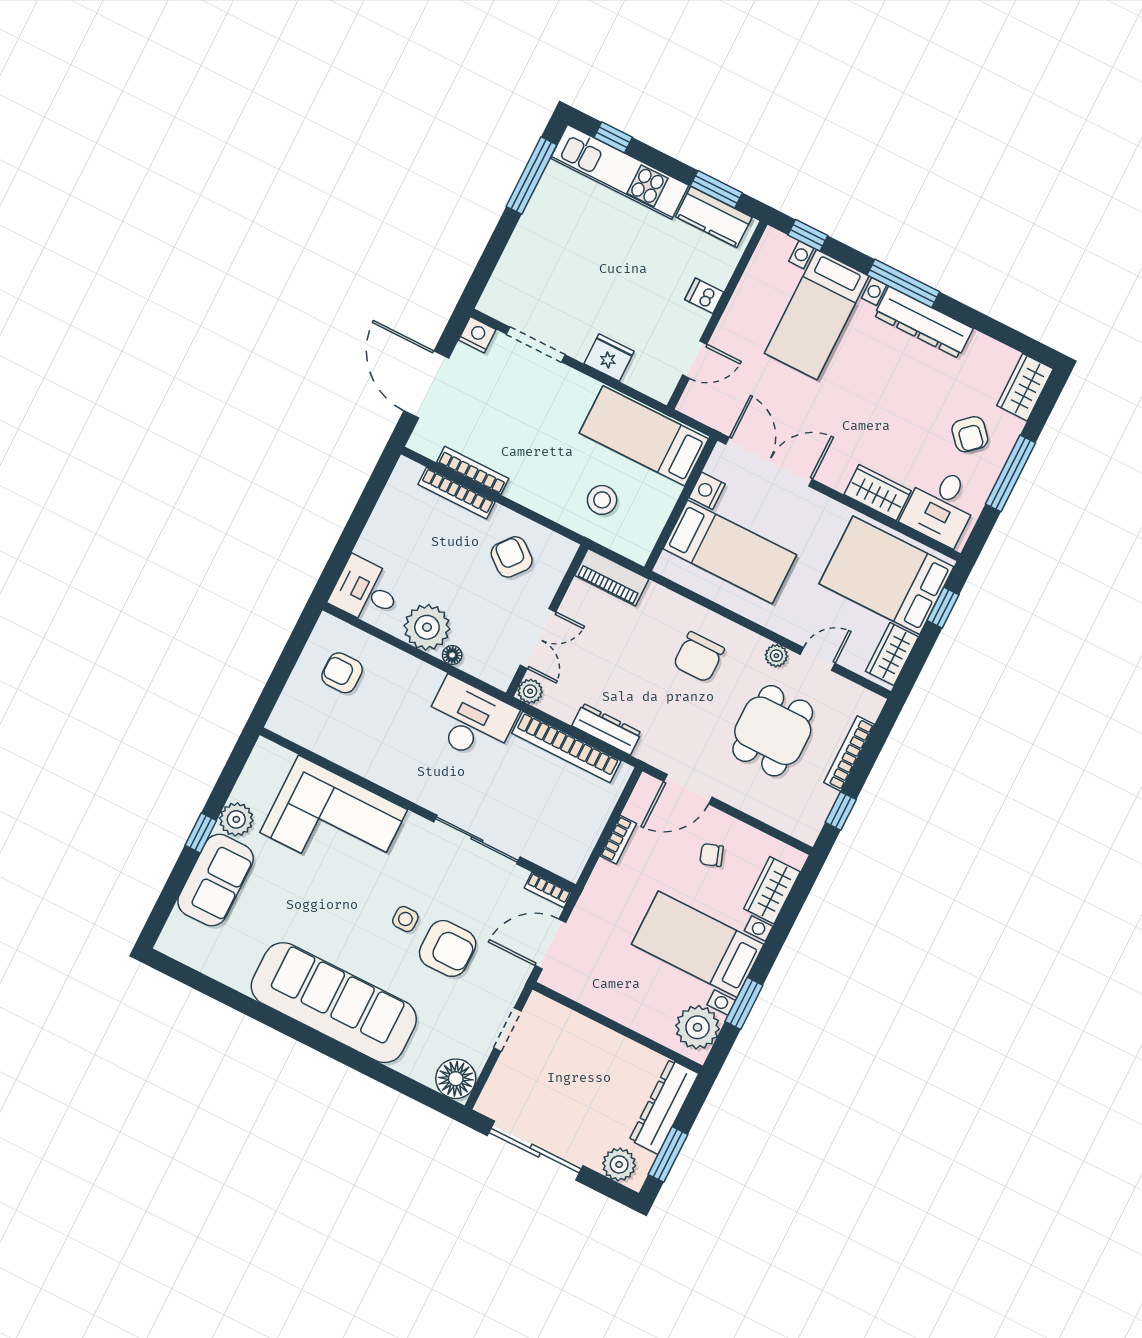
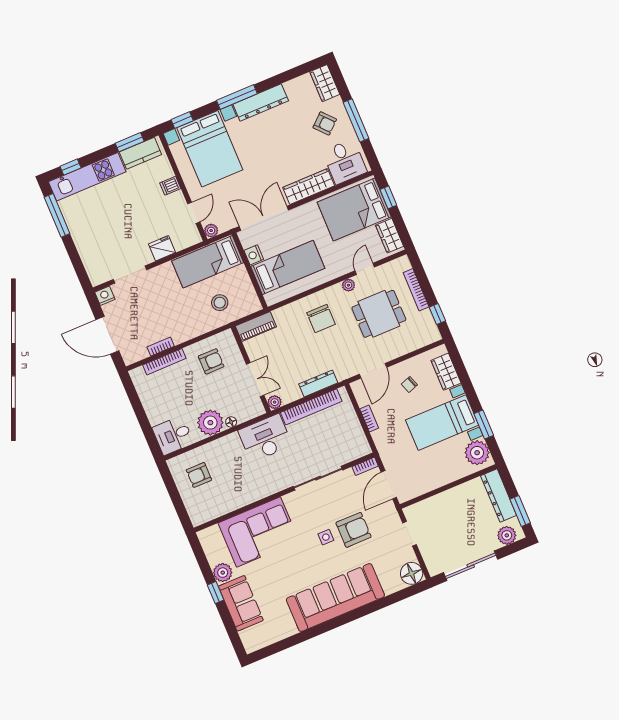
bed with nightstands: (817, 315) -> (210, 149), width x1.36
plant: (691, 404) -> (211, 231), added
bookcase: (473, 470) -> (161, 347), width x0.64
wardrobe: (878, 493) -> (309, 187), width x1.50
armchair: (512, 557) -> (211, 361), turned 141
dining table: (773, 731) -> (379, 314), turned 90

